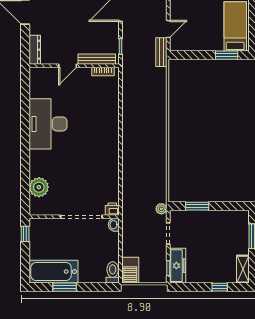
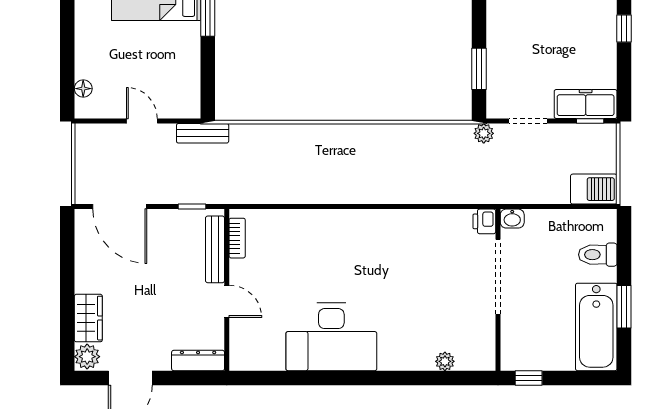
door: (168, 29) -> (142, 121), moved
plant: (39, 187) -> (445, 361), width x0.53, depth x0.53
toilet: (113, 272) -> (598, 255), moved

